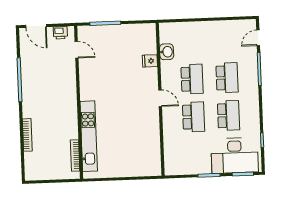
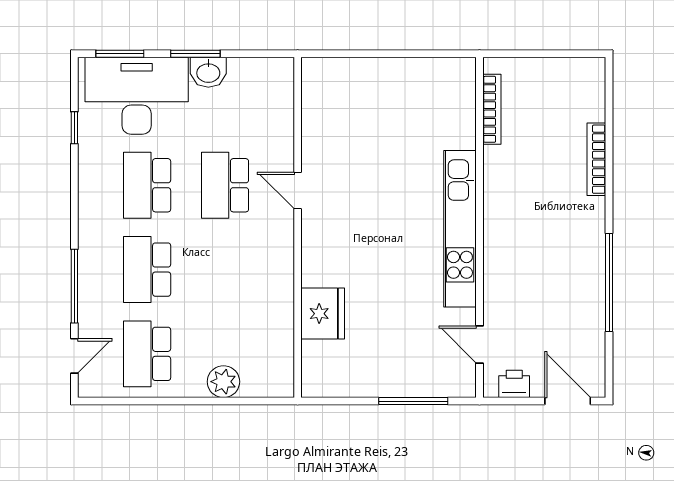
plant: (191, 29) -> (223, 382), added
washbasin: (167, 52) -> (208, 72), moved, turned -90
fridge: (150, 61) -> (323, 314), width x1.88, depth x1.34
school desk: (192, 79) -> (147, 354), moved
door: (160, 98) -> (298, 190), moved
kitchen unit: (89, 136) -> (460, 229), moved

